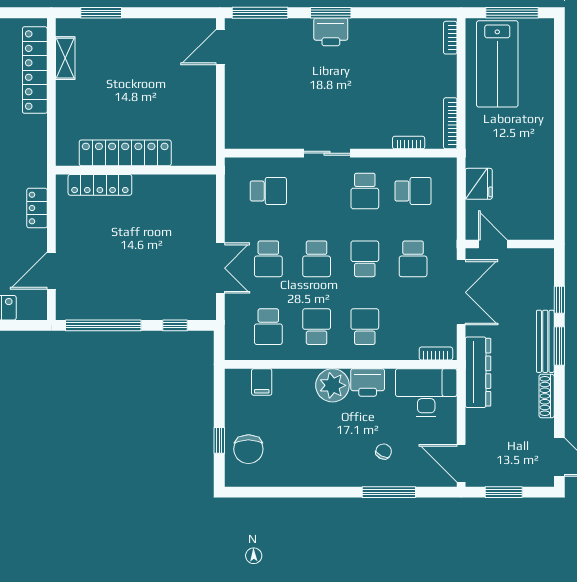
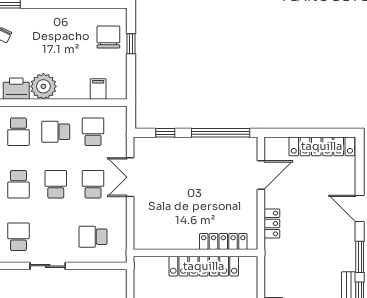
school desk: (317, 327) -> (56, 132), turned 90

